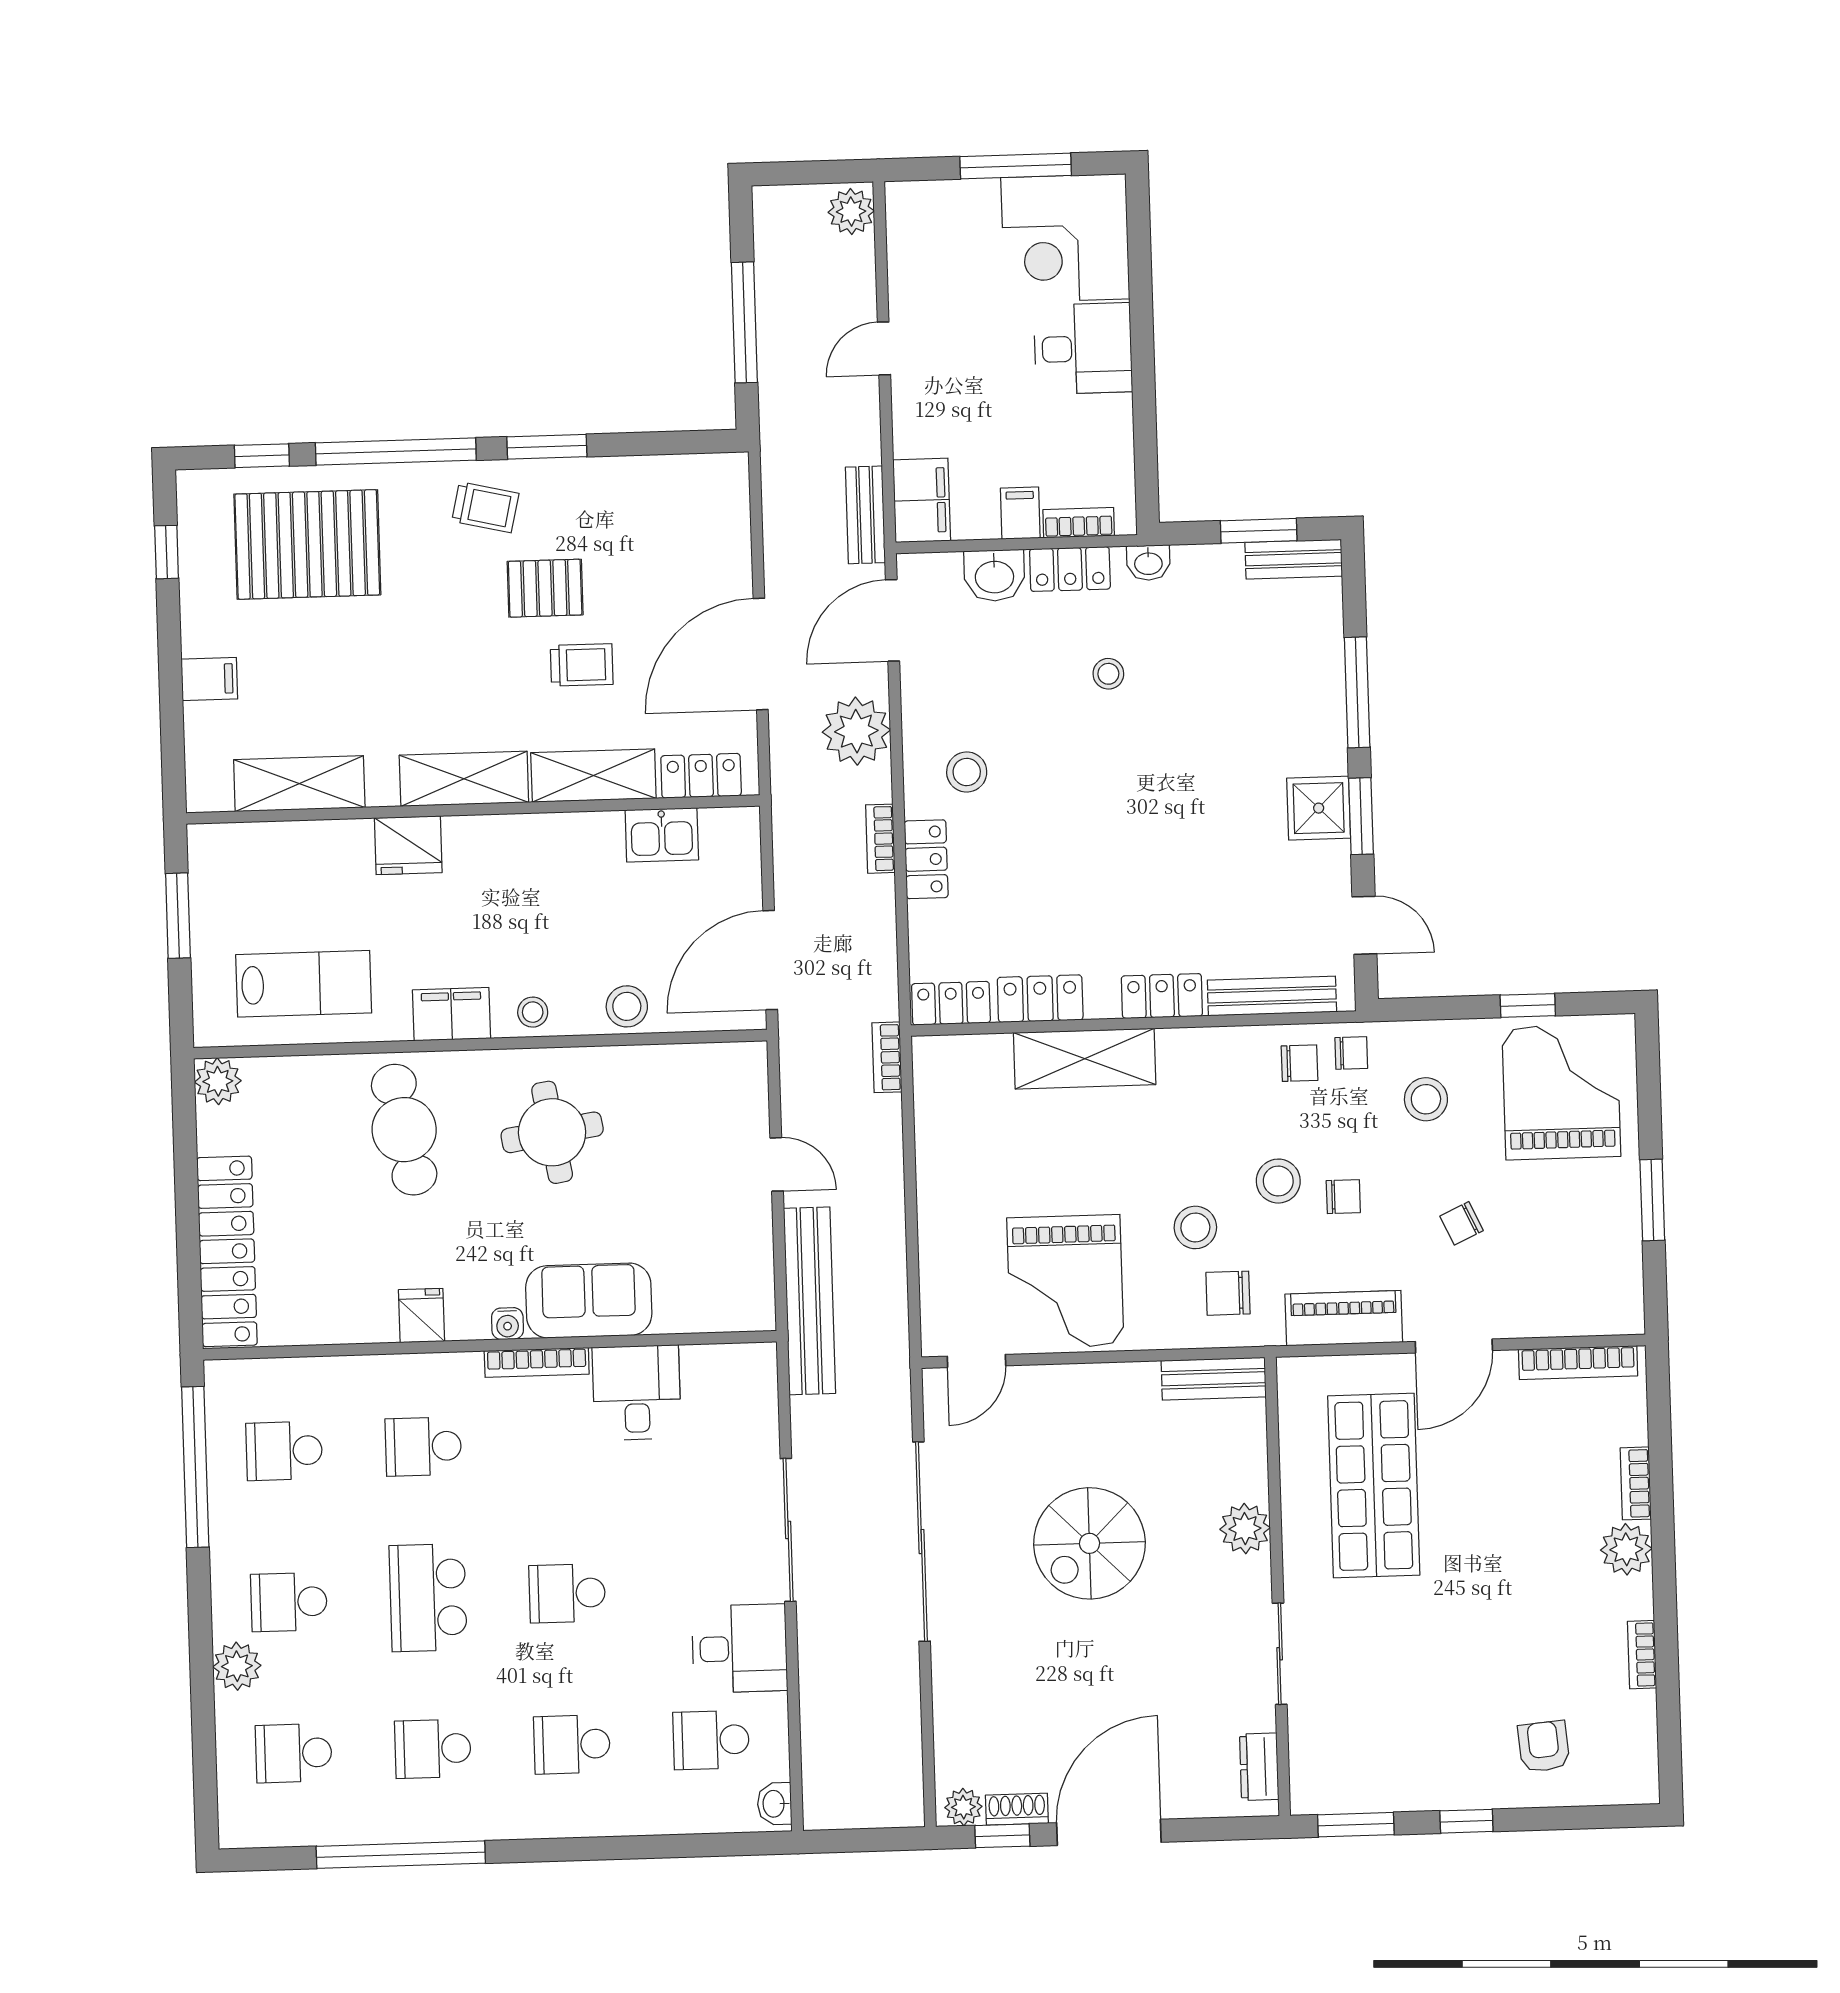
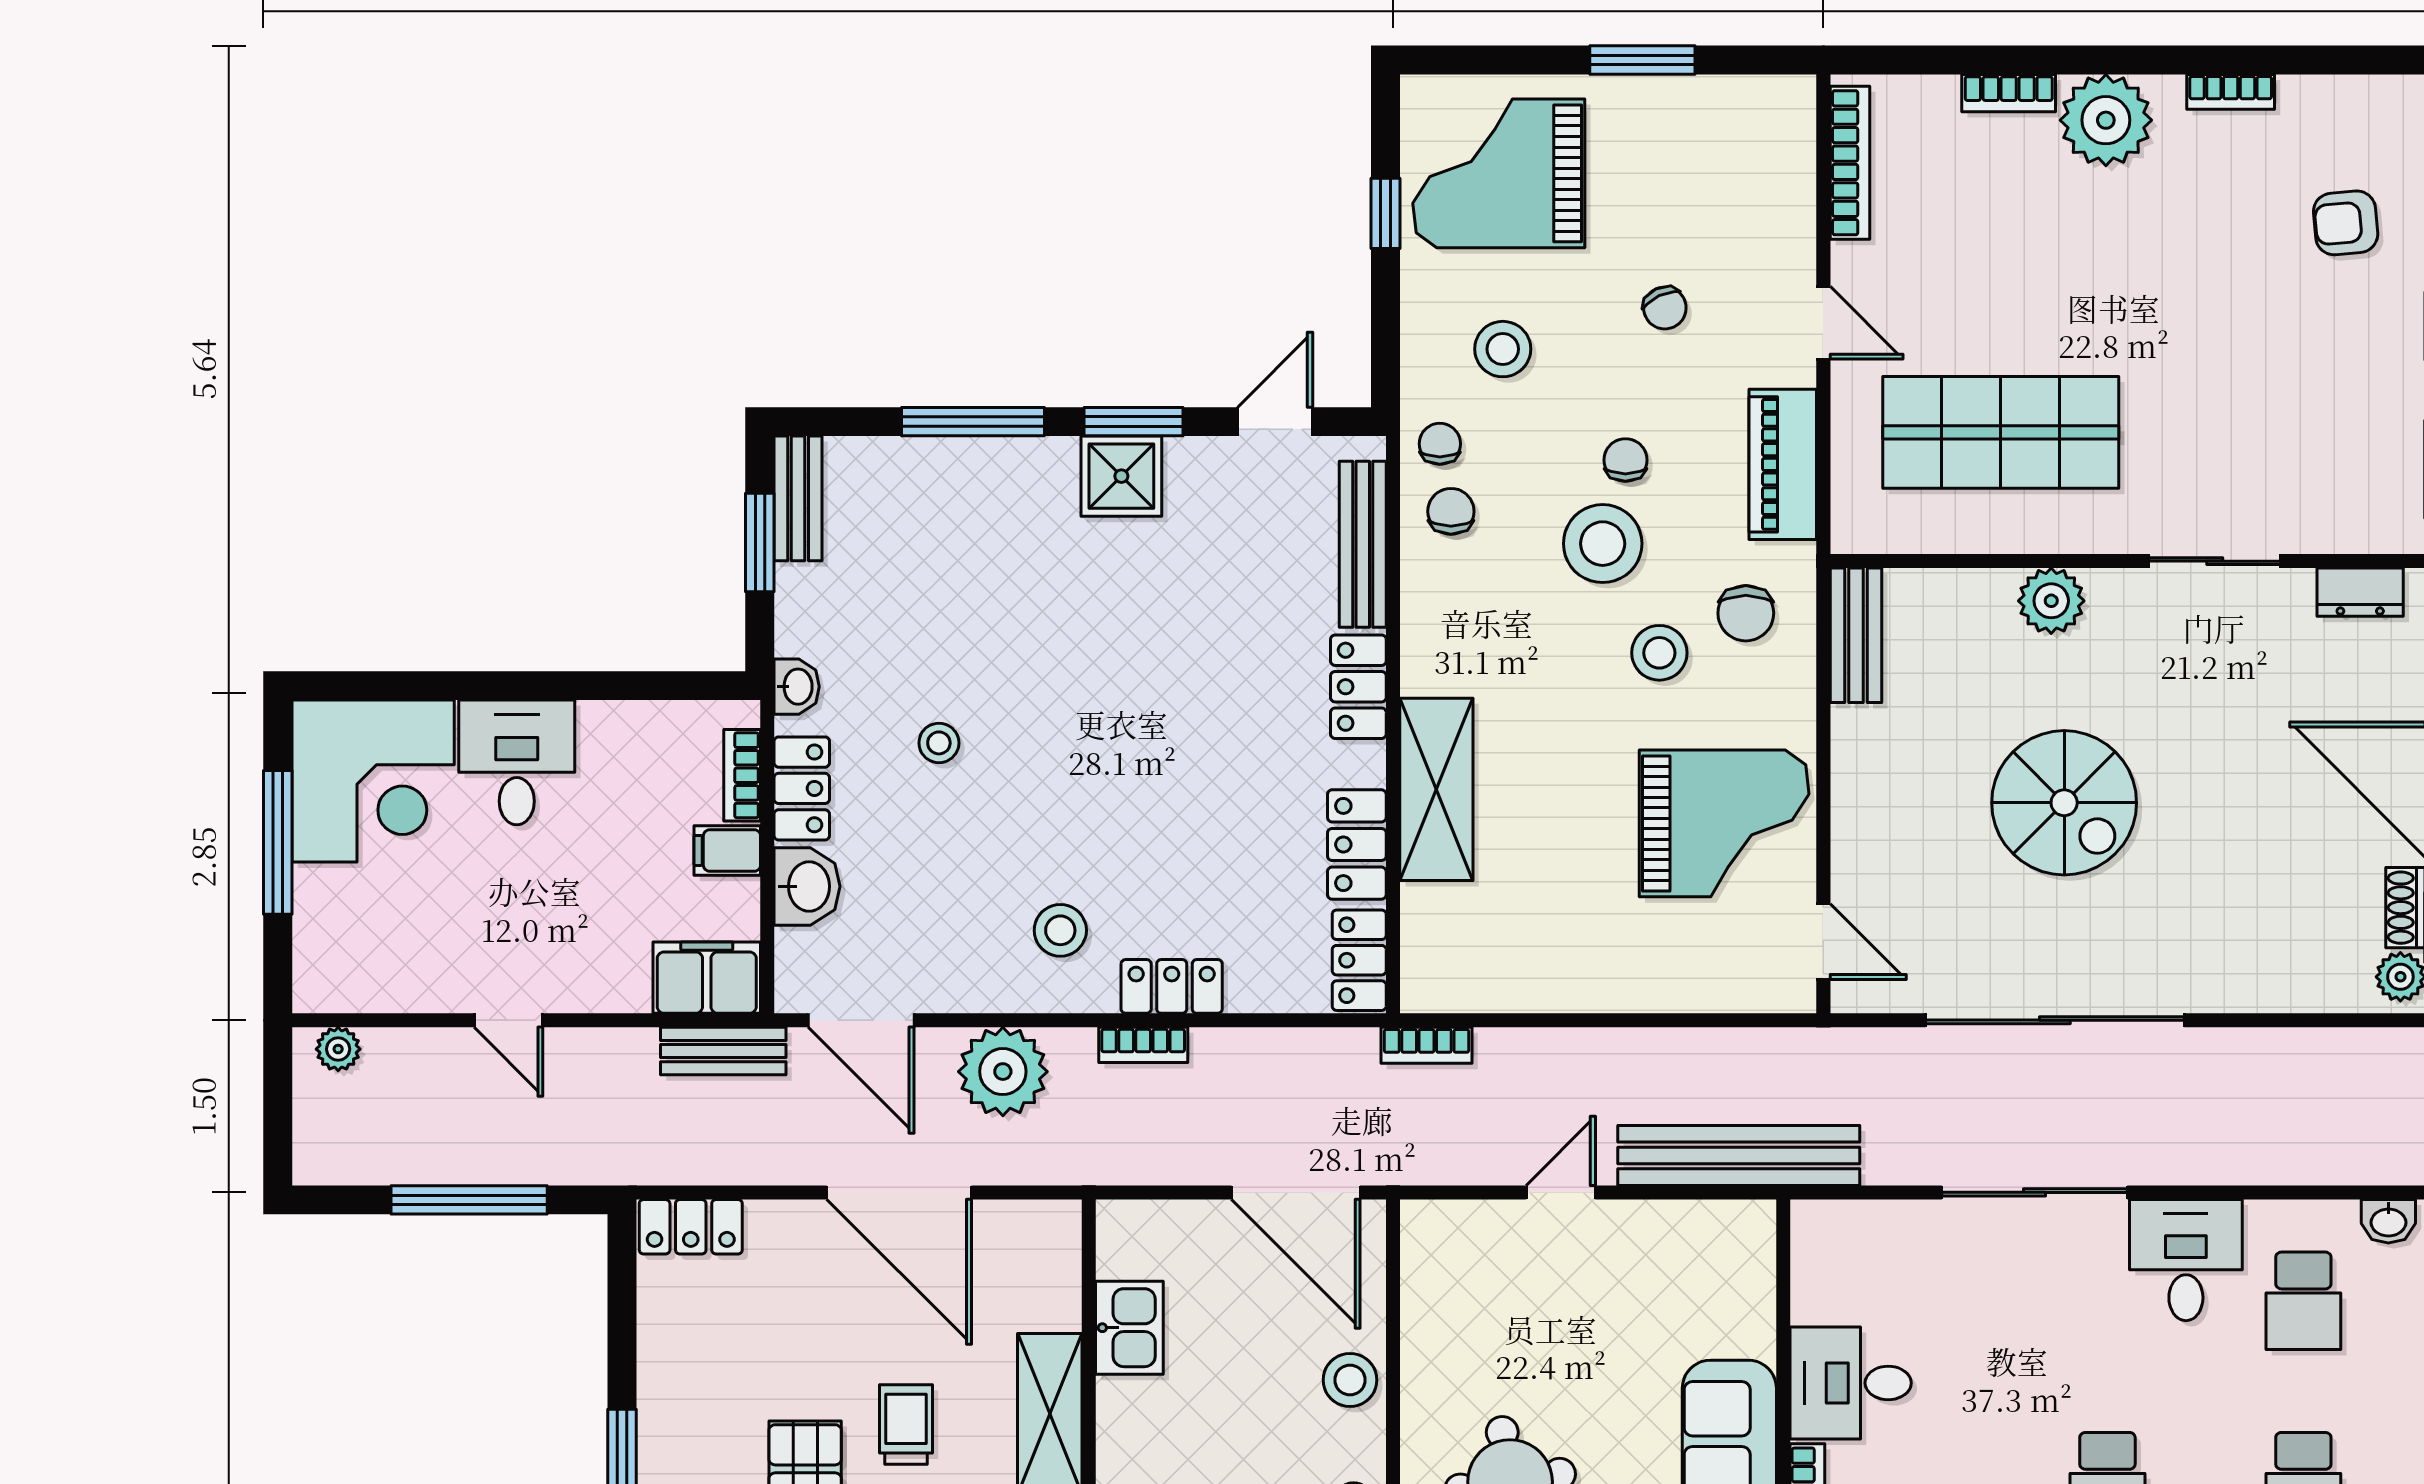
plant: (851, 212) -> (338, 1049), width x0.73, depth x0.73
locker: (701, 776) -> (691, 1227), moved, turned -90
stool: (1278, 1181) -> (1603, 544), width x1.38, depth x1.38
door: (1454, 1346) -> (1823, 323), width x0.73
plant: (1626, 1549) -> (2106, 120), width x1.36, depth x1.36

